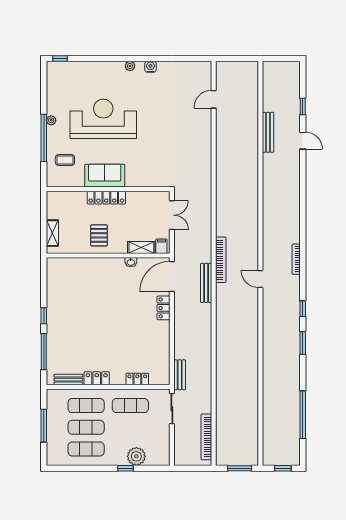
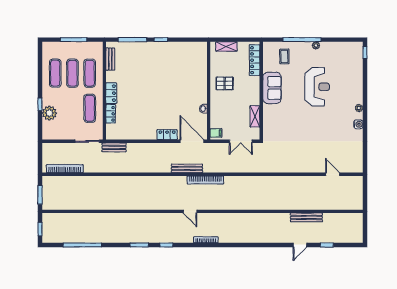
reception desk: (103, 119) -> (317, 87), width x0.74, depth x0.77
locker: (106, 198) -> (255, 60), moved
shelving: (141, 247) -> (255, 116), moved
door: (260, 279) -> (190, 211), swing flipped
locker: (97, 378) -> (111, 93), moved

